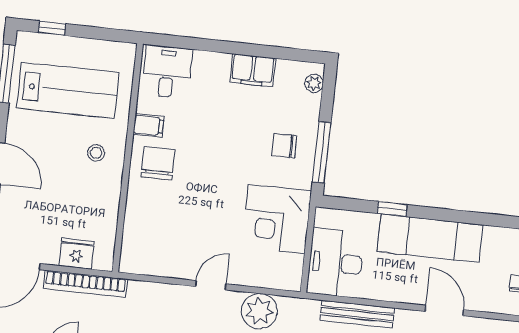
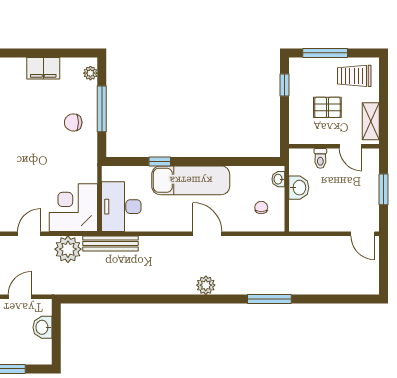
window: (322, 152) -> (102, 109), moved
corner desk: (277, 219) -> (73, 208), moved, turned 90
bench: (357, 314) -> (110, 243), moved

